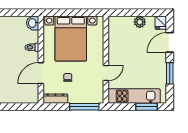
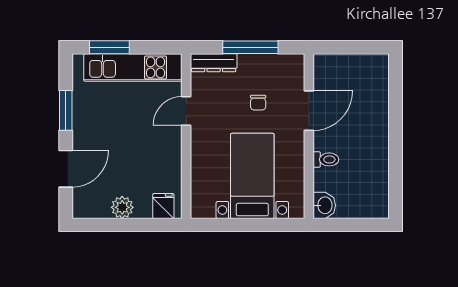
fridge: (161, 23) -> (163, 206), moved
bed with nightstands: (71, 39) -> (252, 176), width x0.73
dresser: (55, 99) -> (214, 63), moved
window: (84, 107) -> (250, 47), moved

